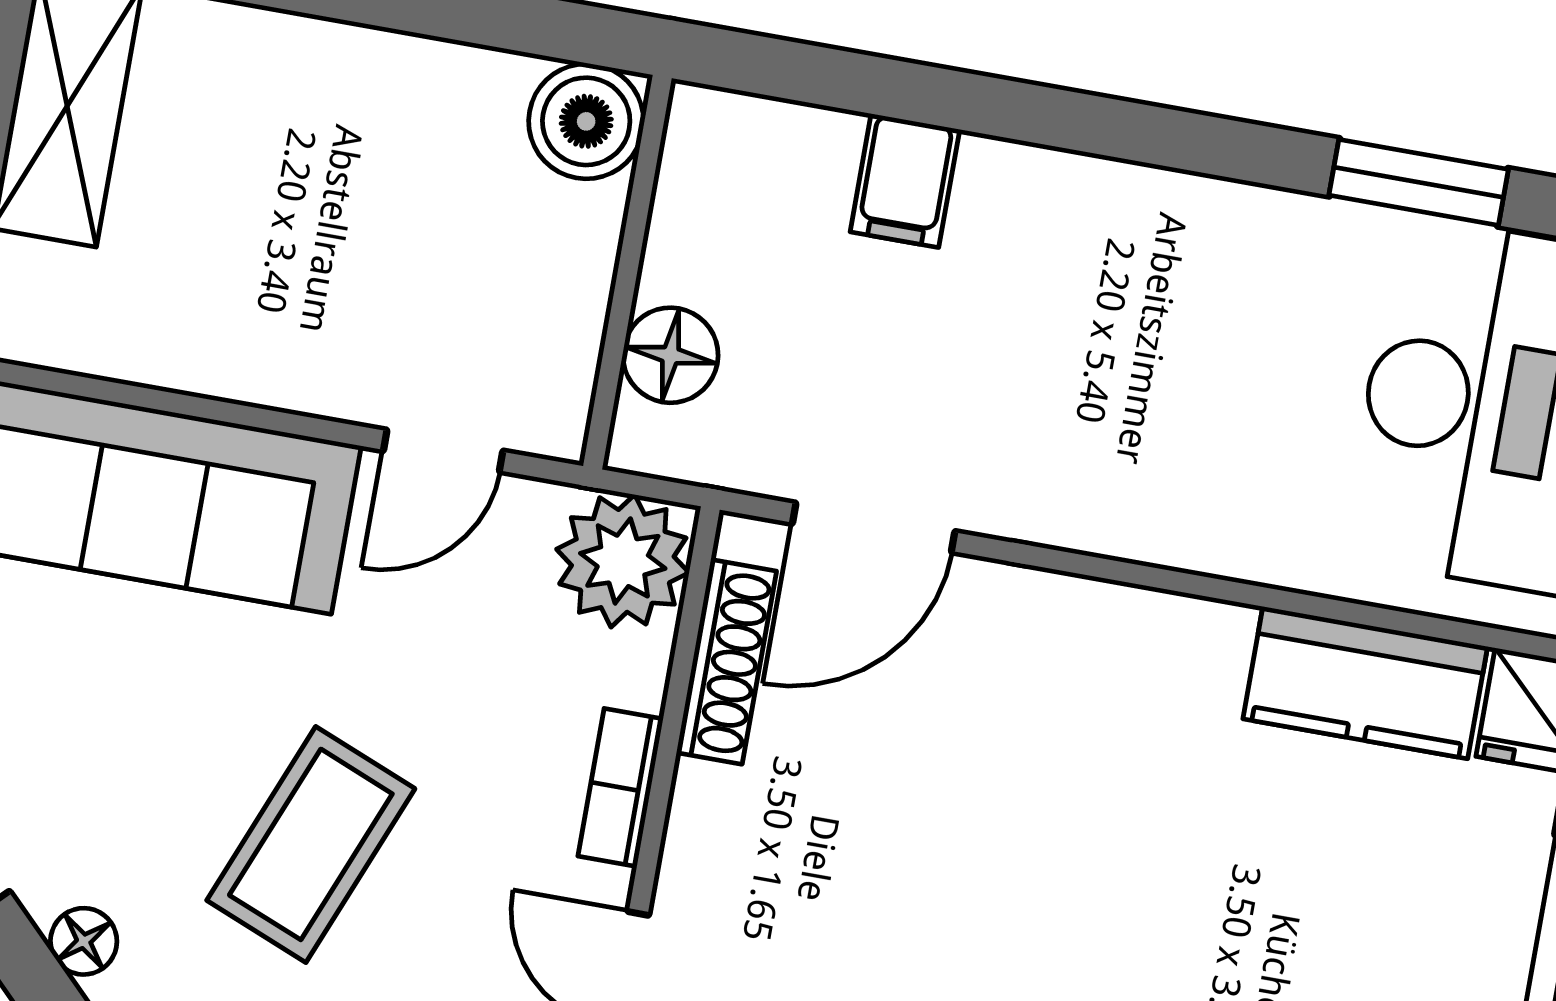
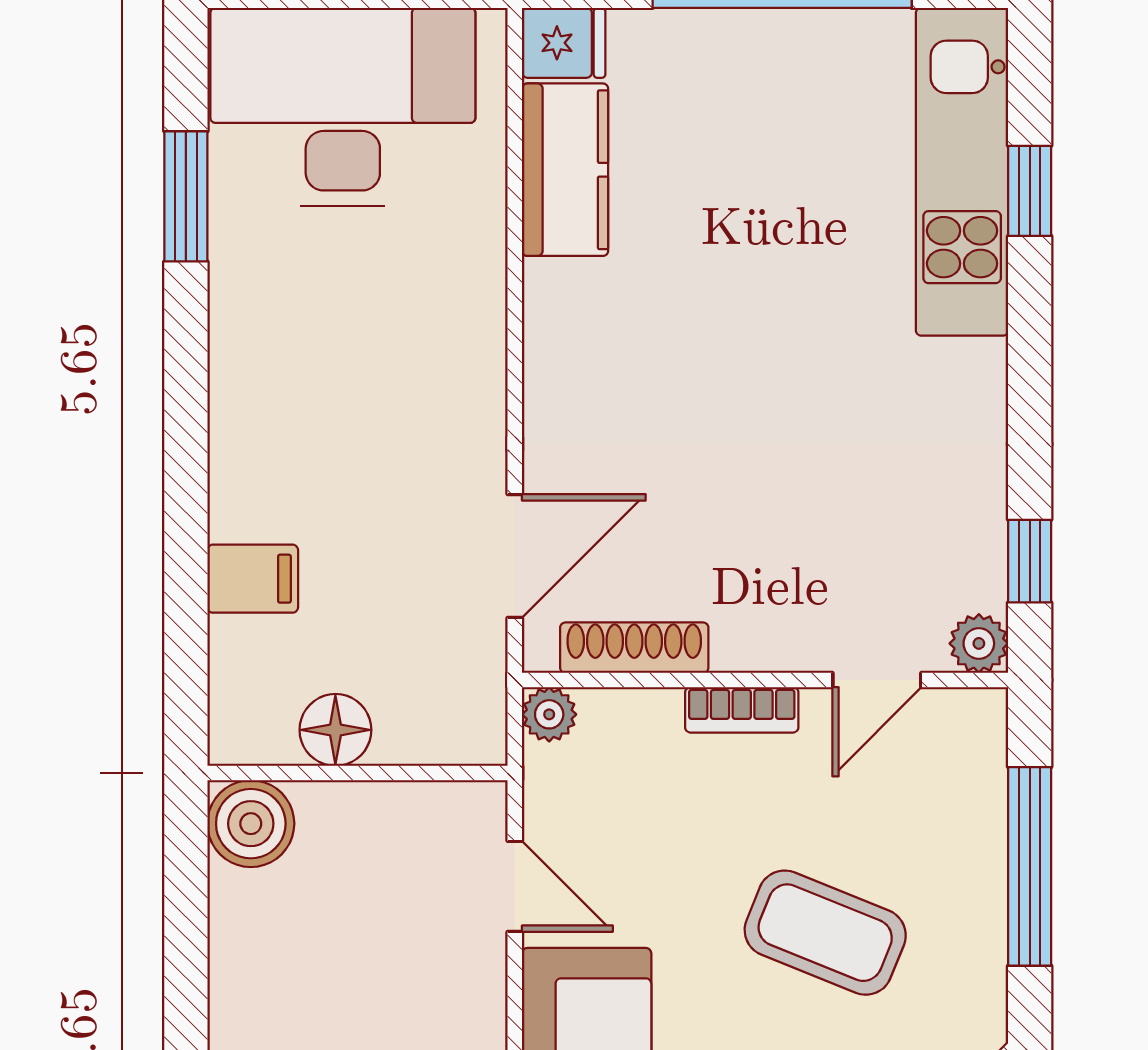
floor lamp: (670, 355) -> (335, 730), moved
door: (874, 527) -> (515, 556), hinge flipped
plant: (623, 561) -> (549, 714), width x0.53, depth x0.53

